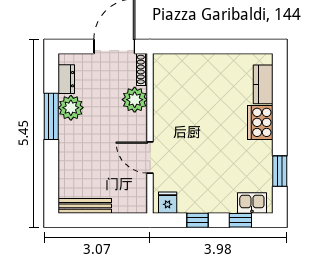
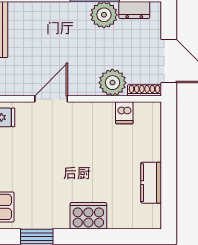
kitchen counter: (263, 84) -> (151, 183), moved, turned -90
dishwasher: (163, 89) -> (124, 113), added

